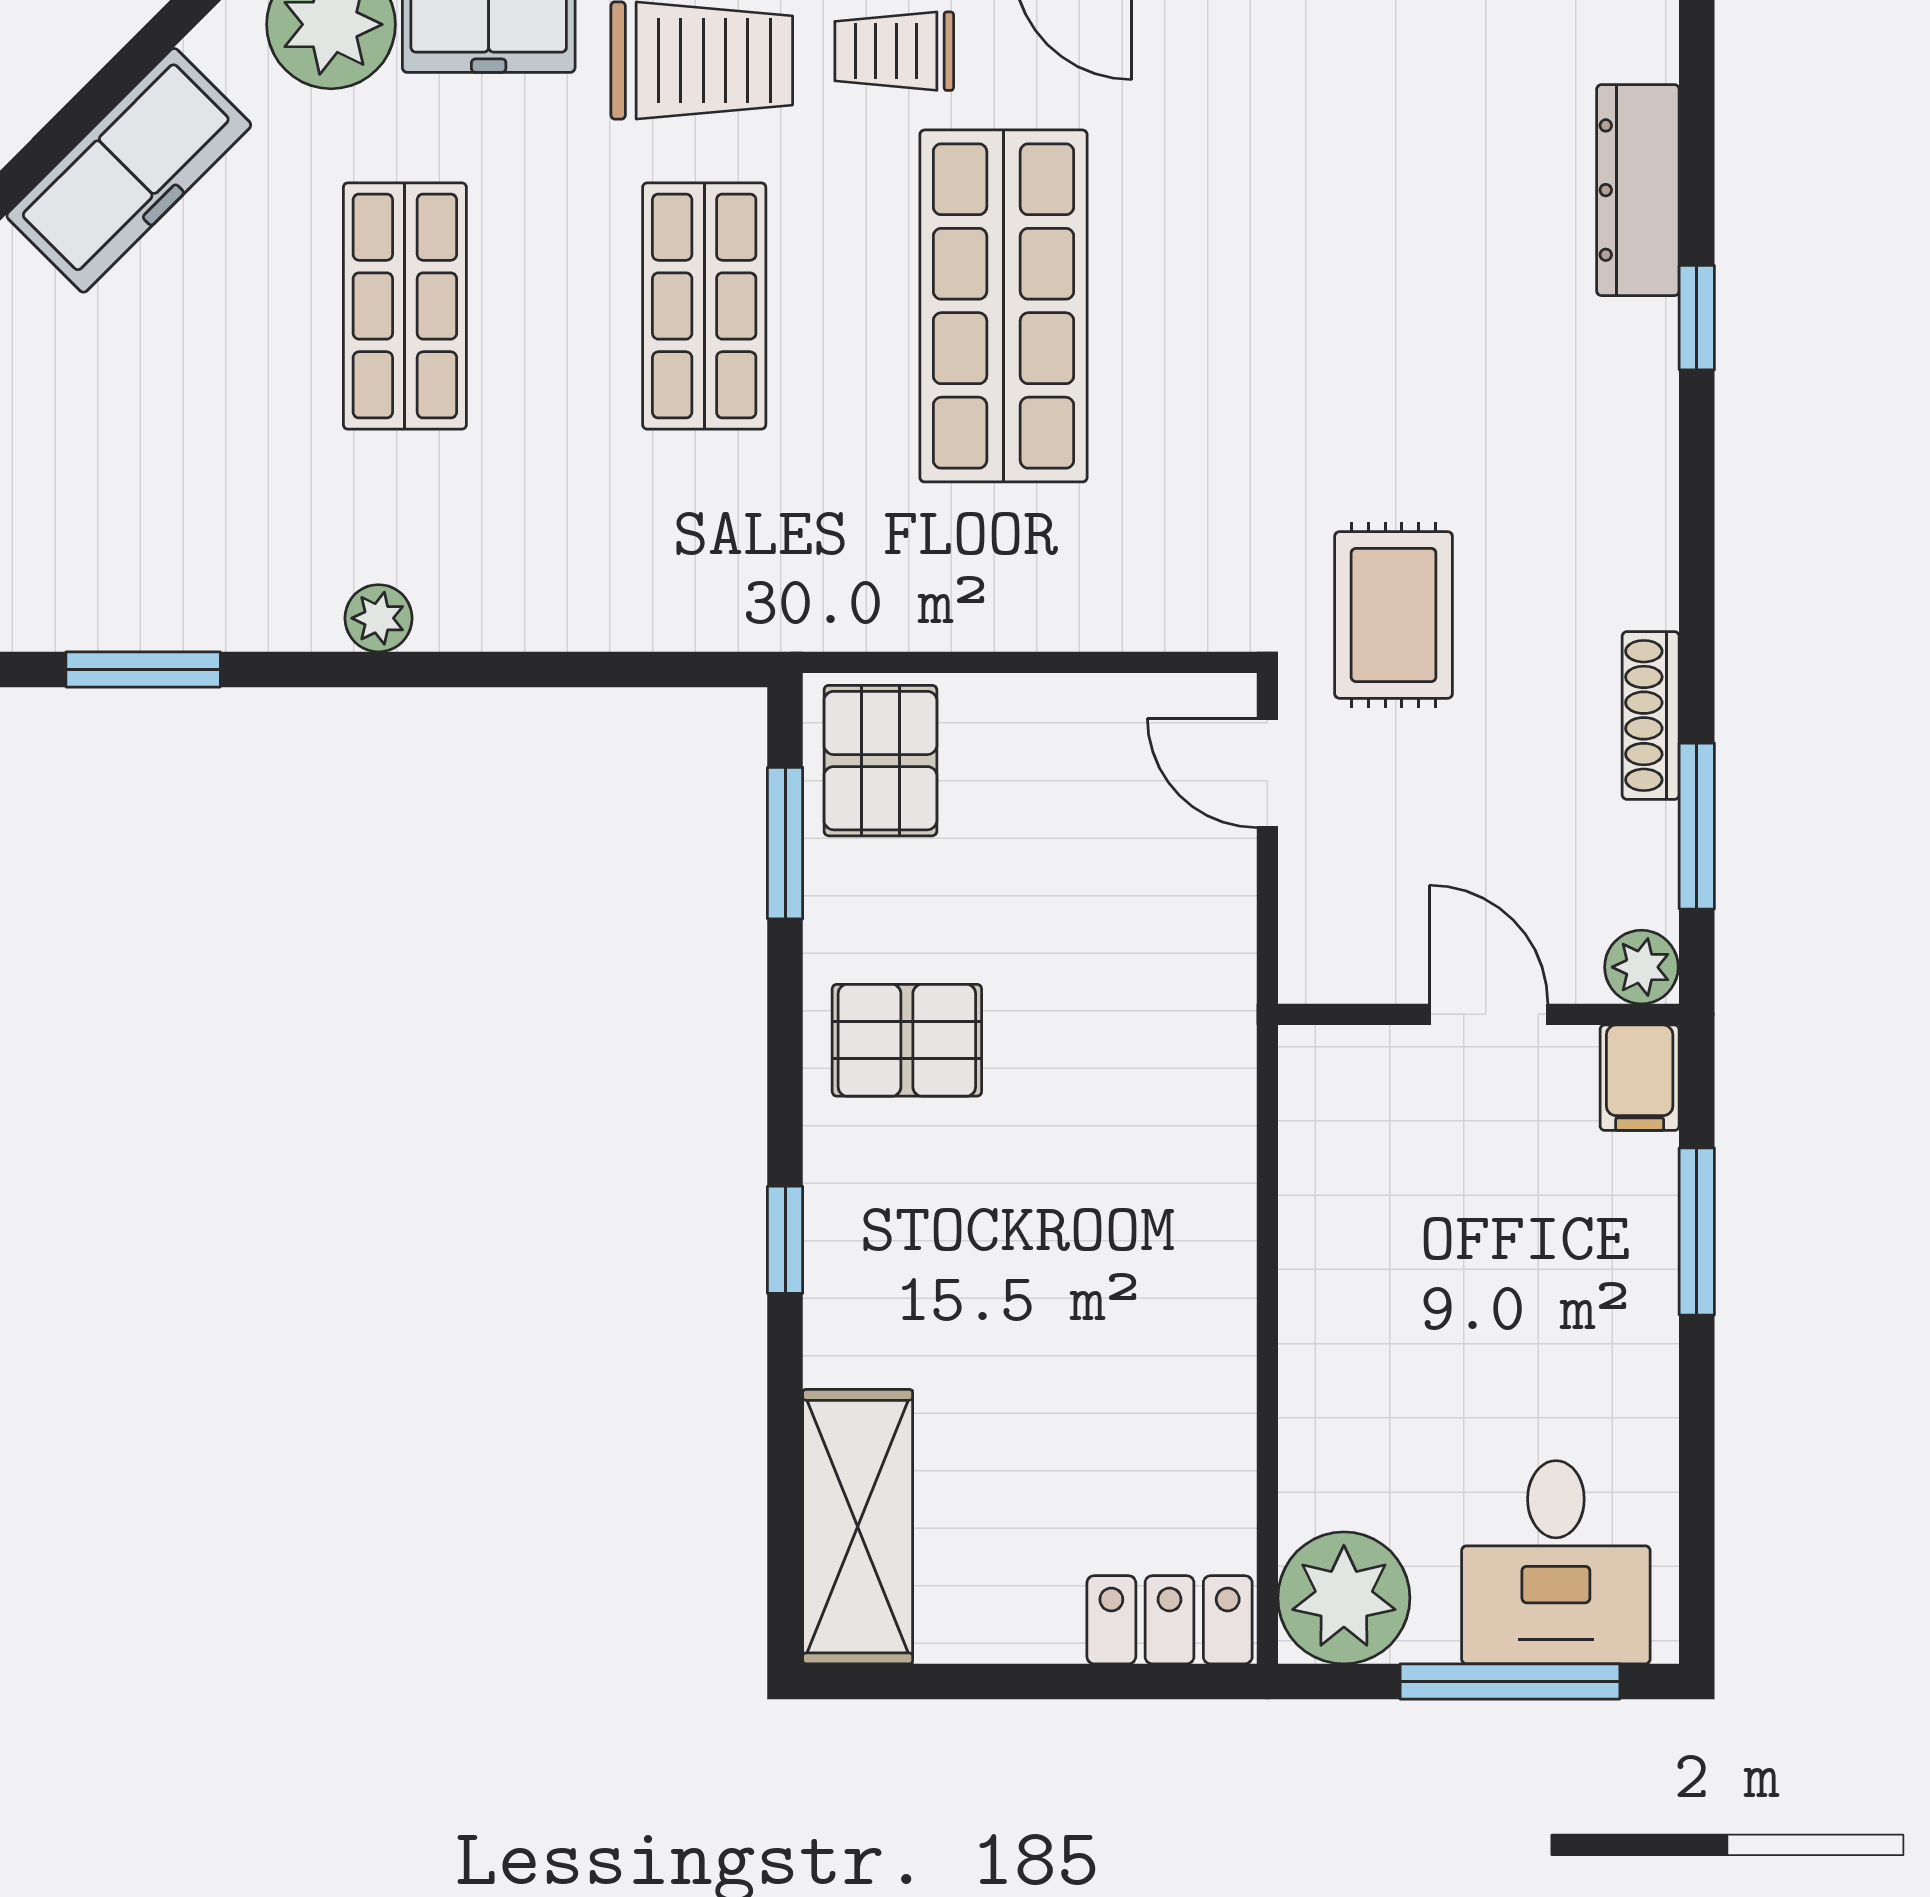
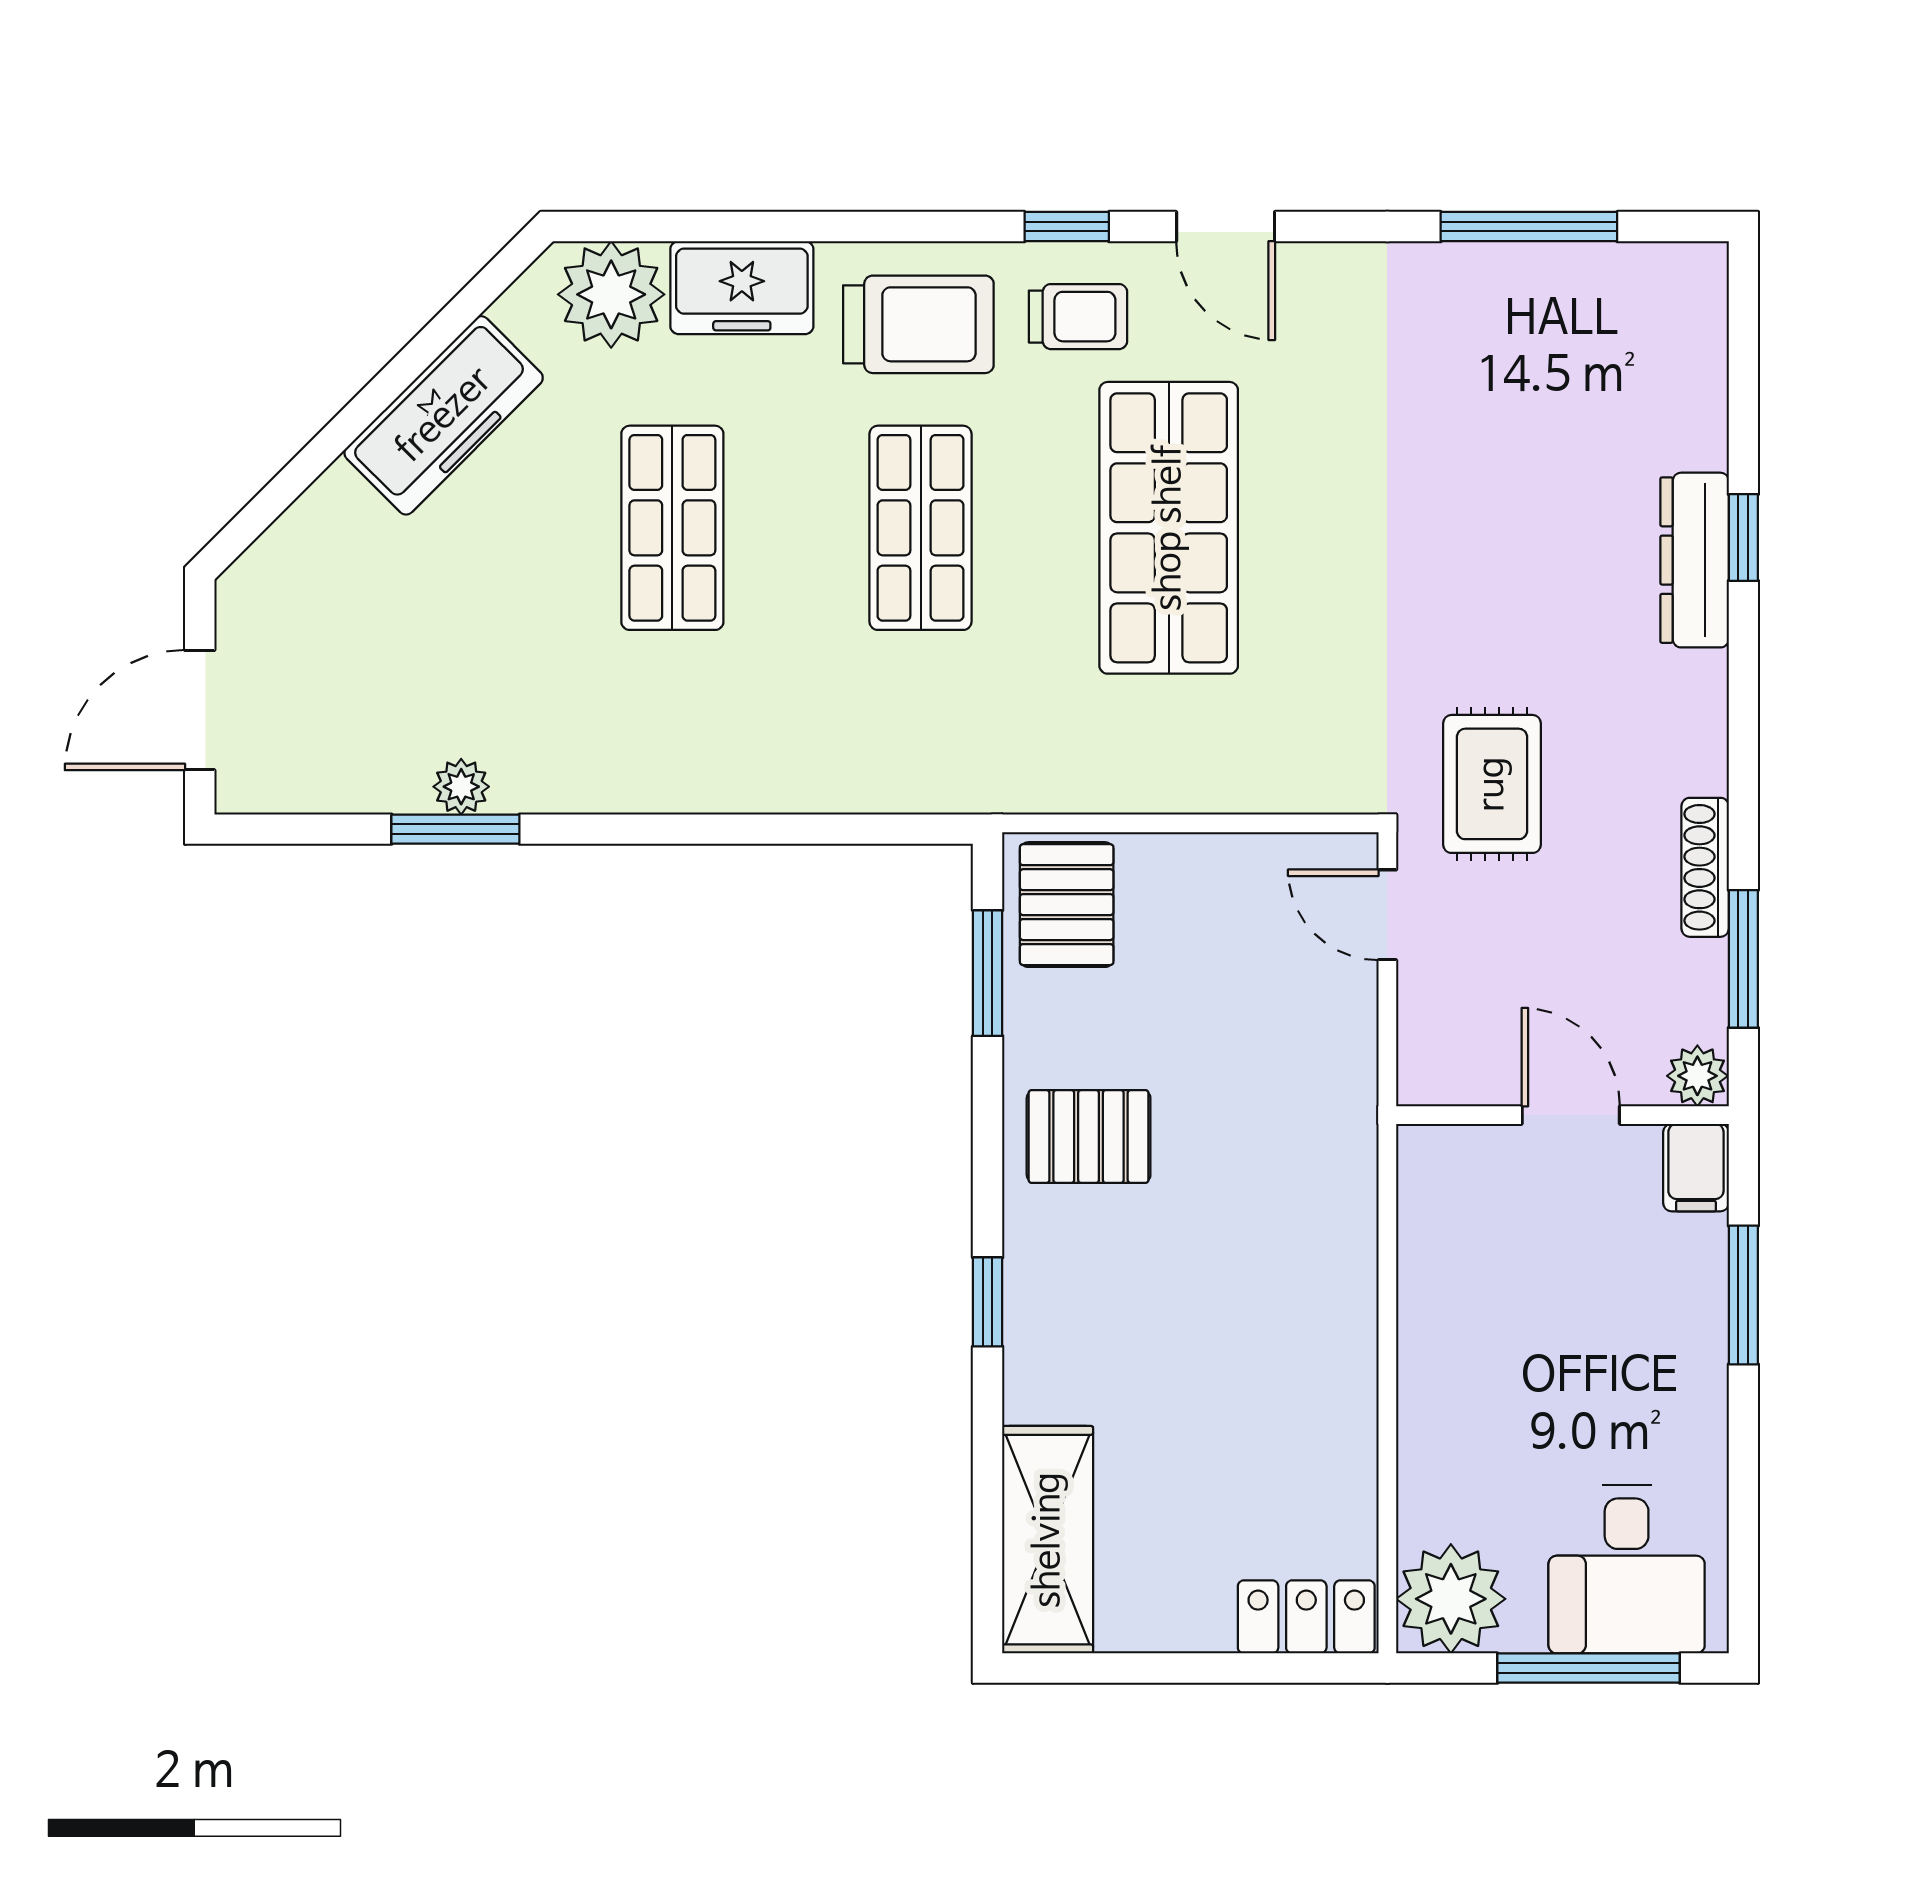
trolley: (894, 51) -> (1078, 317), turned 180
dresser: (1638, 190) -> (1695, 560), moved
plant: (378, 618) -> (461, 787), moved

